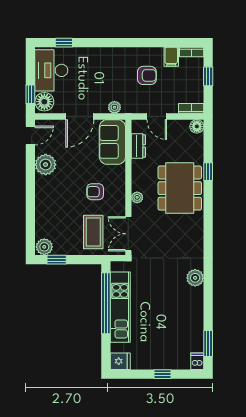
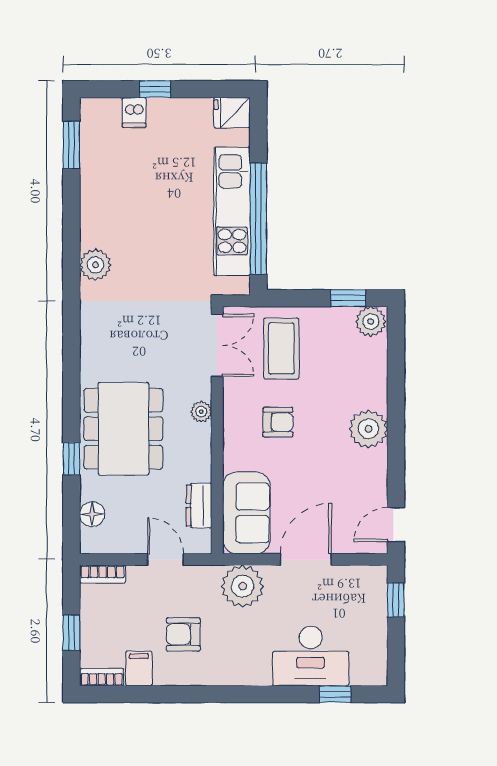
desk: (51, 70) -> (311, 656), moved, turned 90
floor lamp: (44, 102) -> (371, 586), removed
plant: (114, 107) -> (243, 586), width x1.88, depth x1.88
floor lamp: (197, 126) -> (92, 514), moved
plant: (46, 165) -> (368, 429), moved
dishwasher: (197, 361) -> (134, 113), moved

